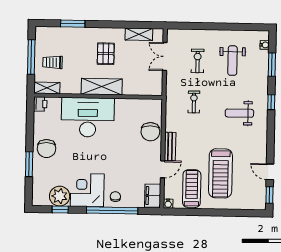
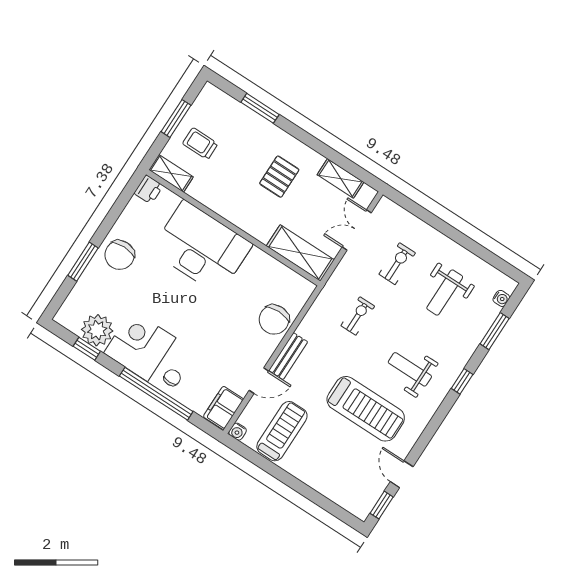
window: (31, 57) -> (176, 118), width x0.69
shelving: (102, 87) -> (300, 253), moved
treadmill: (220, 173) -> (366, 409), moved, turned -90

